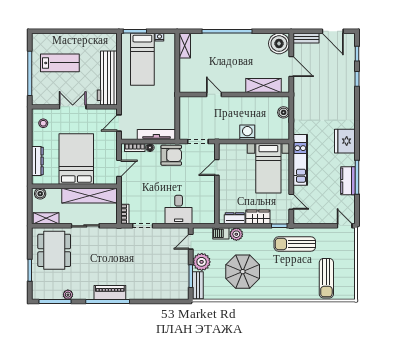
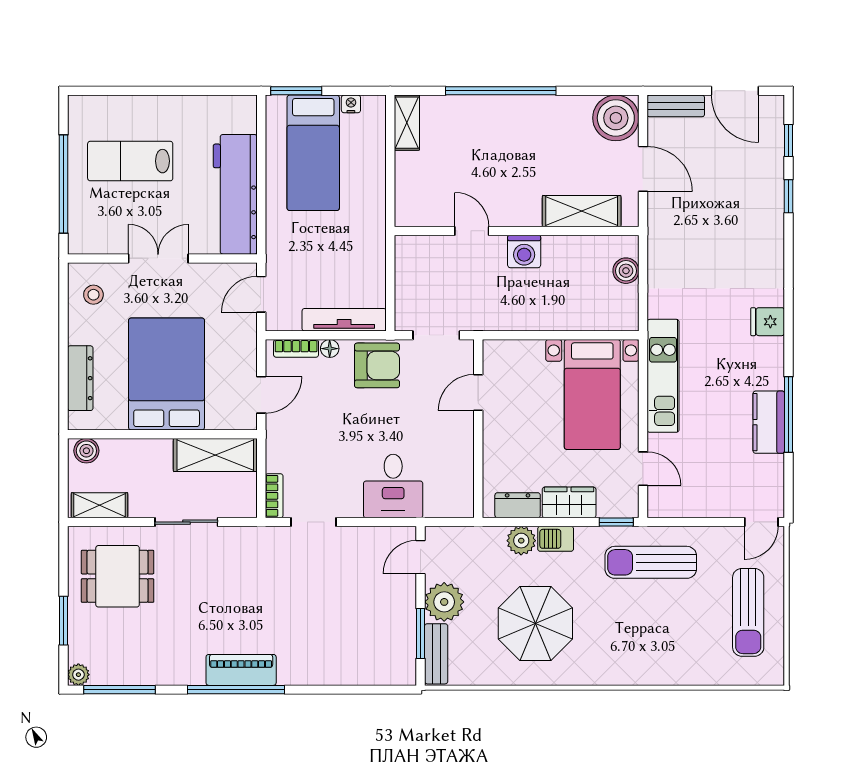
lab bench: (60, 63) -> (130, 161), turned 180
washing machine: (247, 132) -> (524, 251), moved, turned 180
fridge: (345, 141) -> (768, 322), width x0.53, depth x0.75
shelving: (89, 196) -> (215, 455), width x0.68
door: (345, 226) -> (761, 522), swing flipped
barbecue: (221, 233) -> (556, 539), moved
dining table: (54, 250) -> (118, 576), width x0.73
sun lounger: (326, 278) -> (748, 612), moved
plant: (68, 295) -> (78, 675), moved

